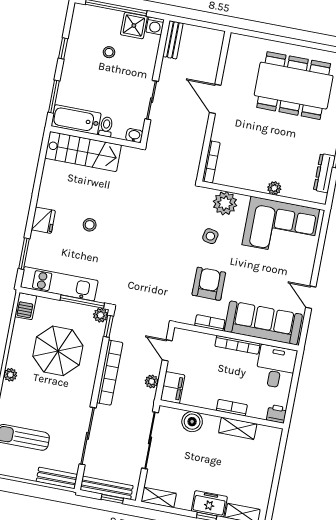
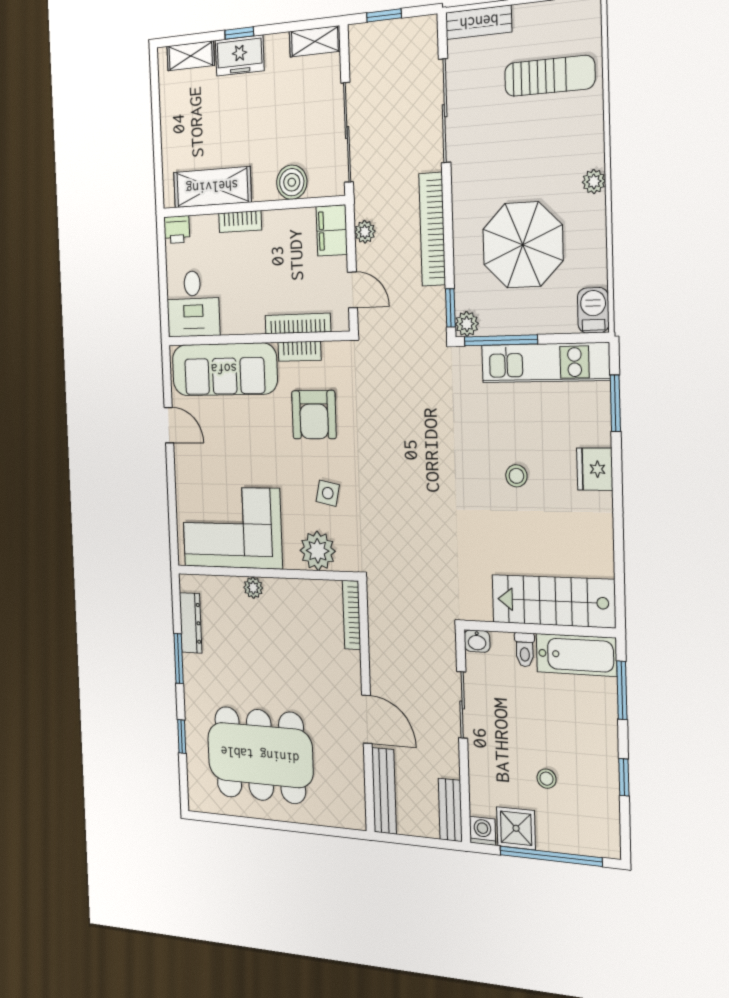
bookcase: (237, 345) -> (298, 324), moved
shelving: (238, 428) -> (212, 187), width x1.50, depth x1.33
bench: (107, 488) -> (384, 791), moved, turned 90

